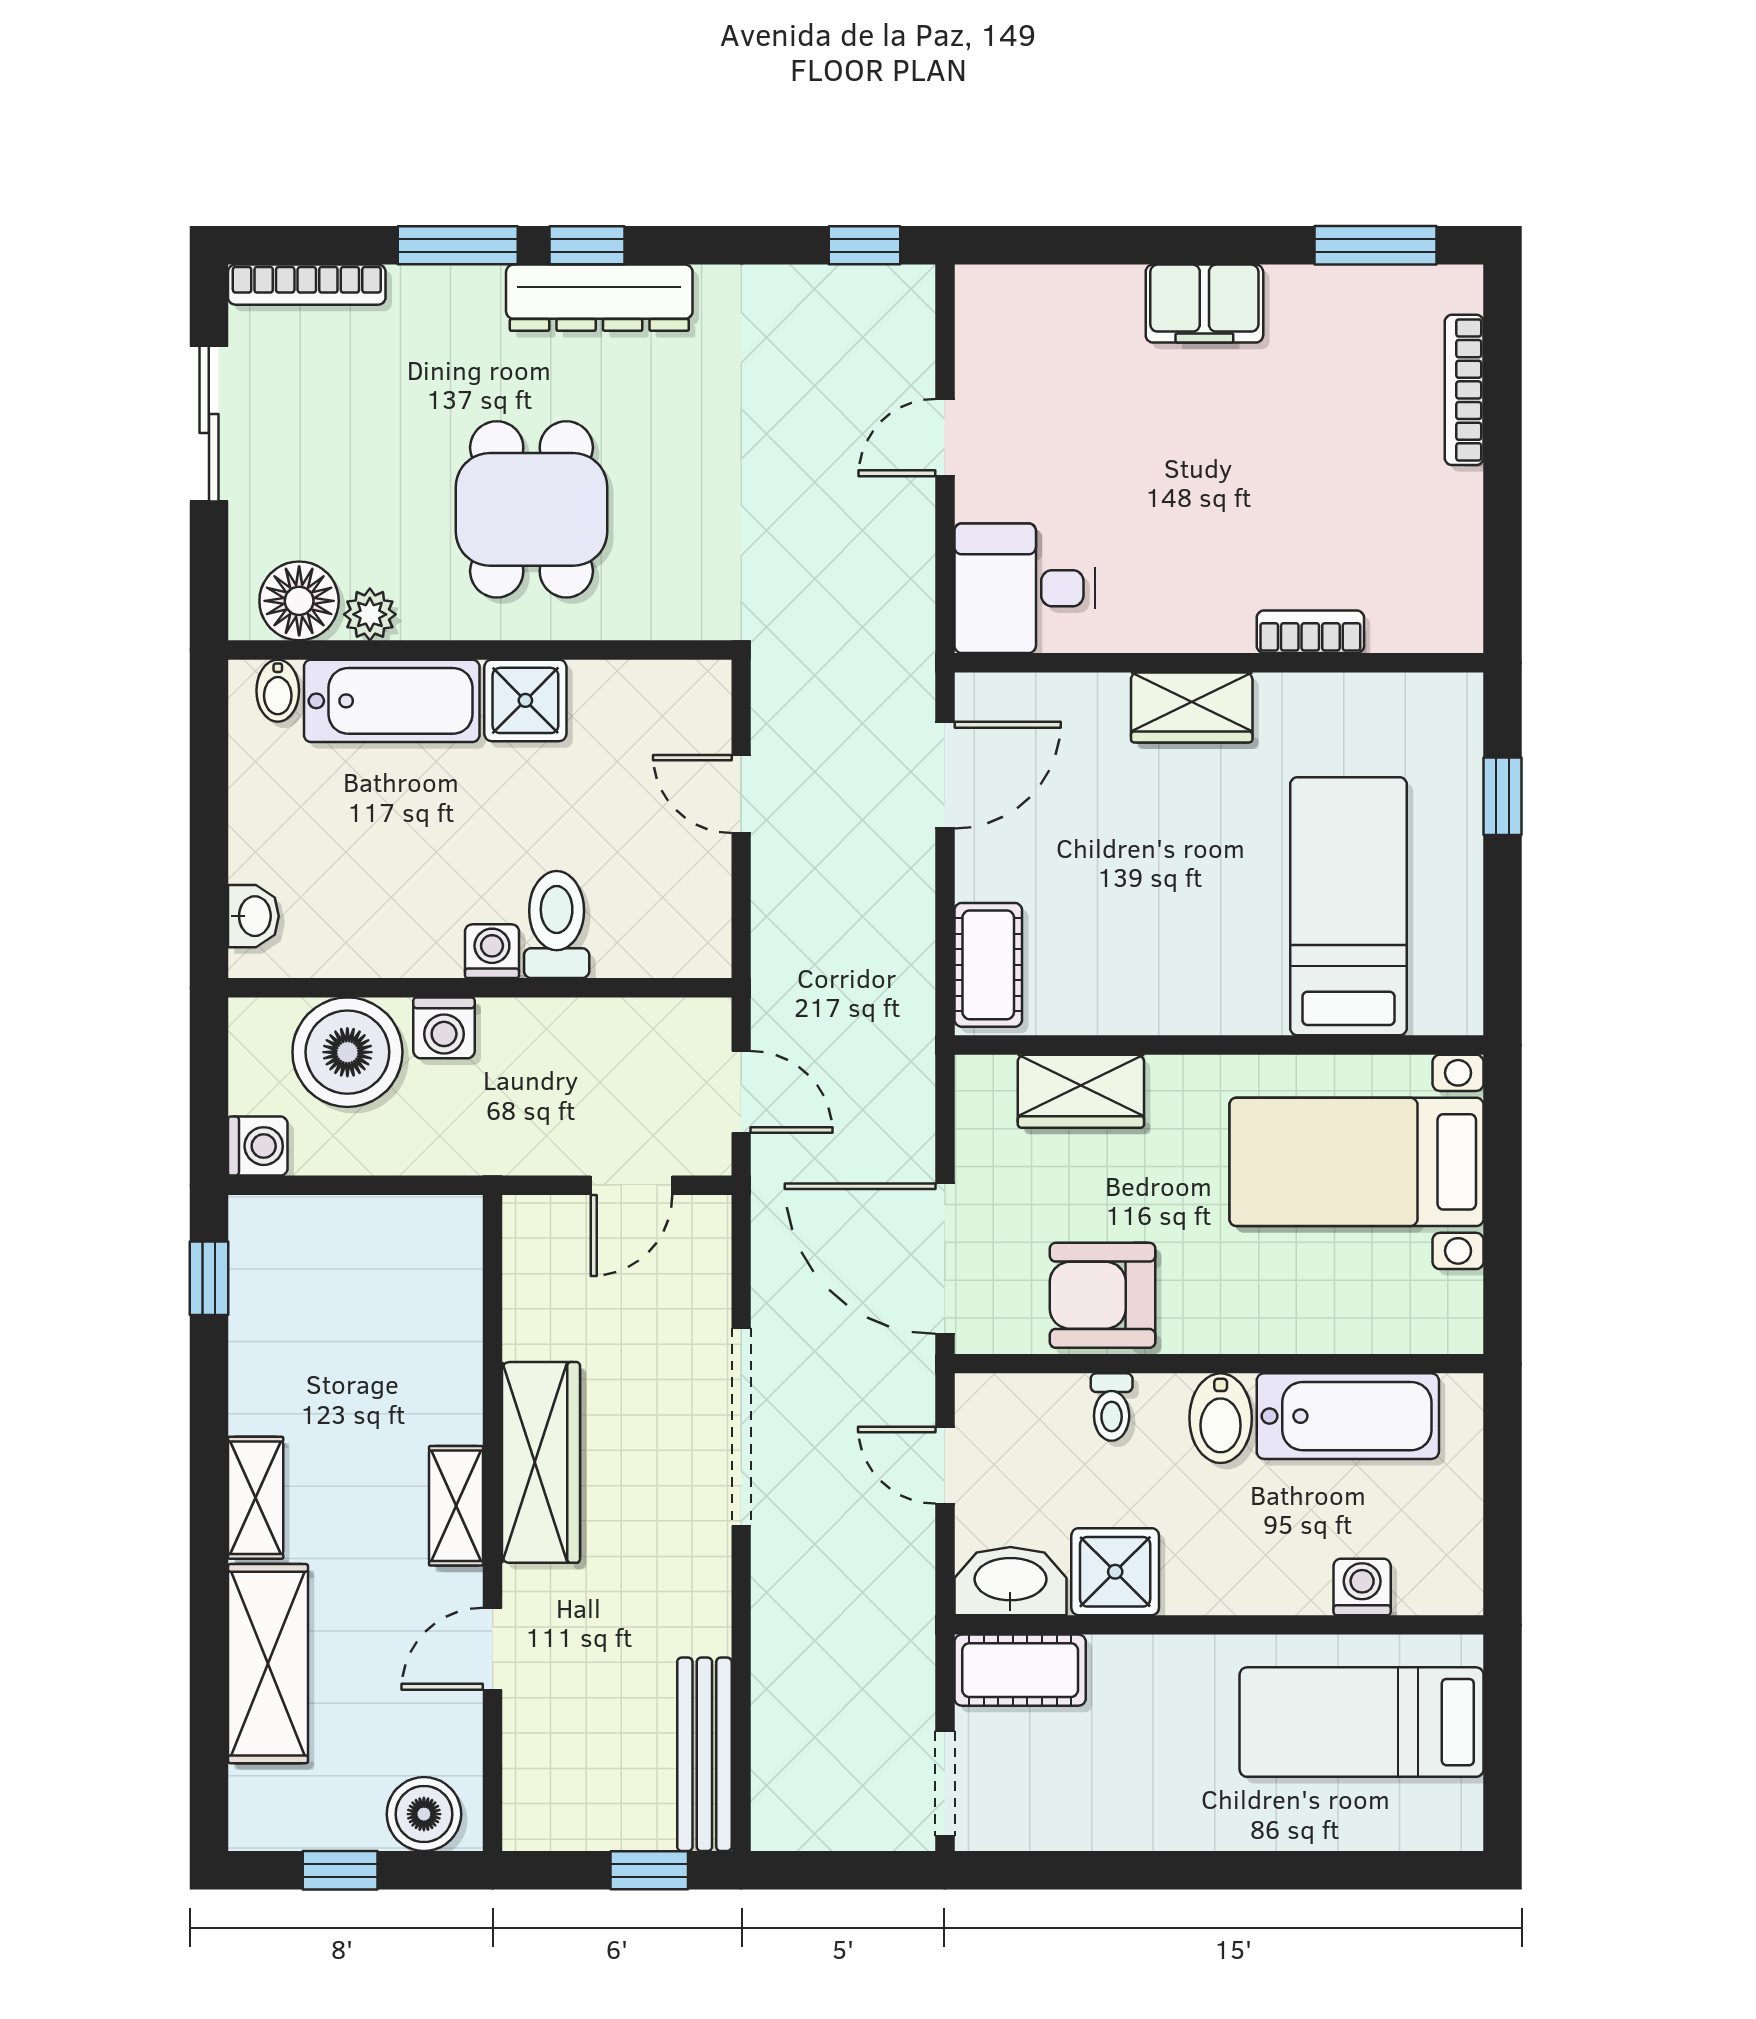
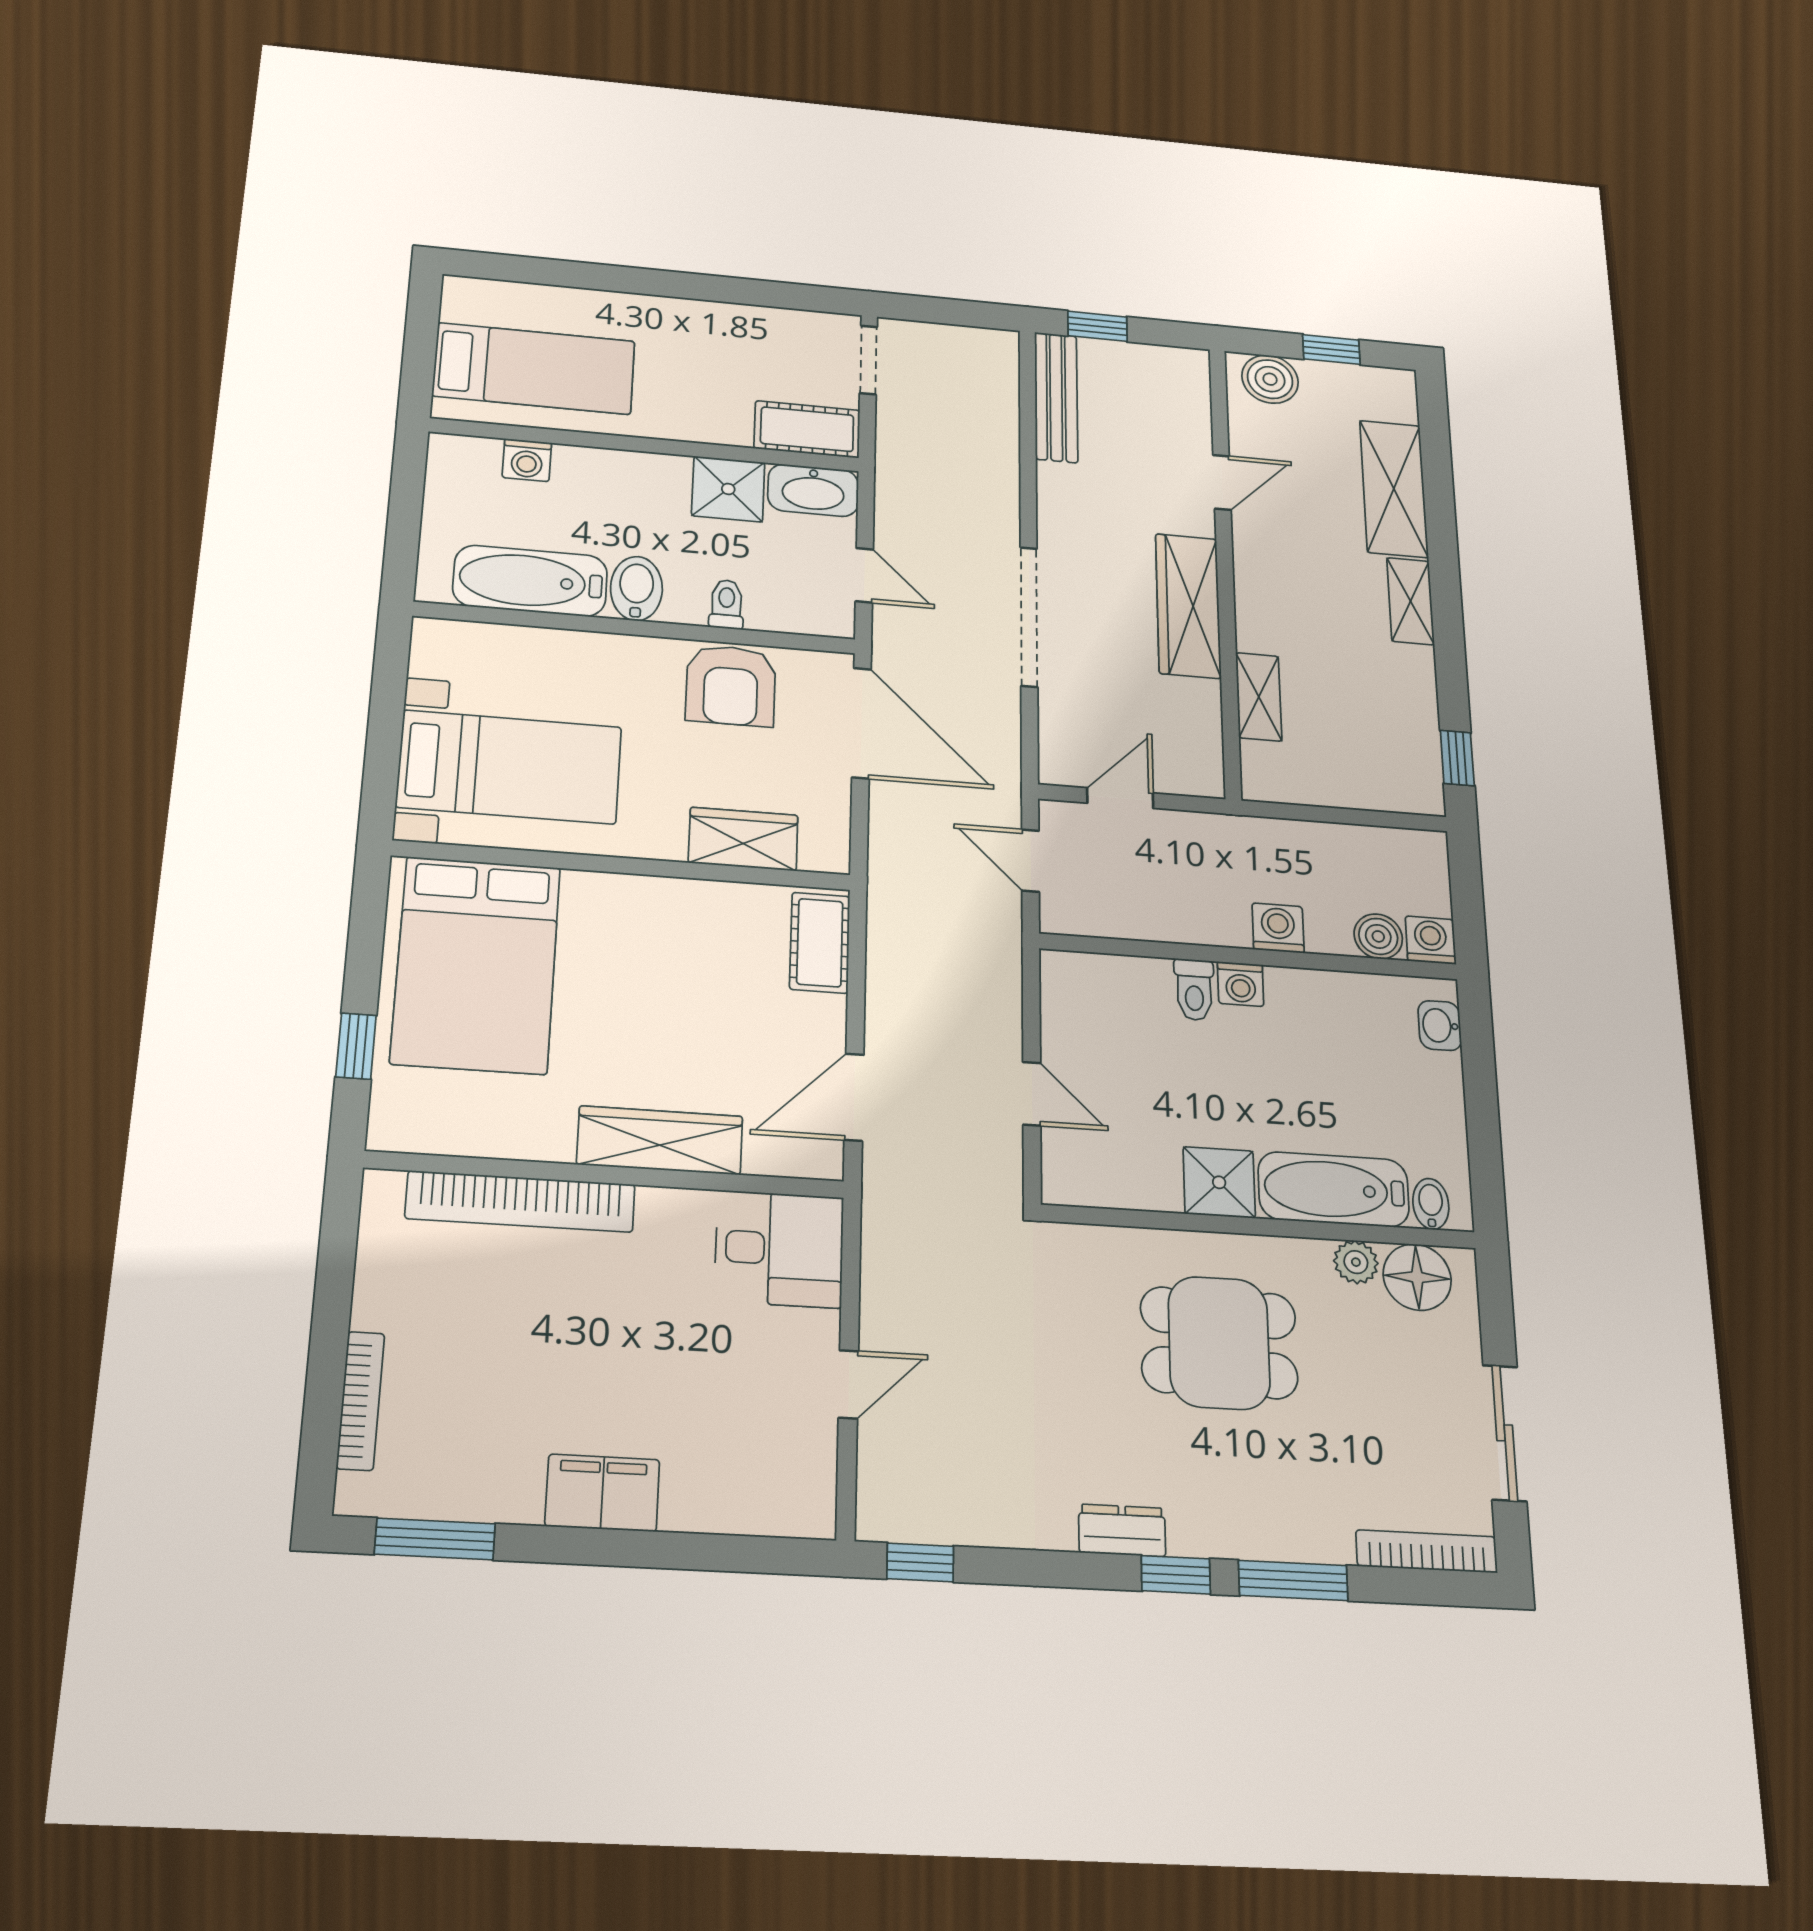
dresser: (599, 298) -> (1122, 1530), width x0.51, depth x0.80
dining table: (531, 509) -> (1219, 1343), turned 90
bookcase: (1310, 632) -> (520, 1201), width x2.31, depth x1.31
wardrobe: (1192, 707) -> (660, 1140), width x1.50
bed: (1349, 906) -> (476, 964), width x1.50
toilet: (557, 925) -> (1194, 990), width x0.73, depth x0.72
boiler: (347, 1052) -> (1378, 936), width x0.54, depth x0.54
washing machine: (258, 1146) -> (1431, 940), moved, turned 90
armchair: (1103, 1295) -> (731, 685), turned 90
shelving: (456, 1506) -> (1259, 697), moved

